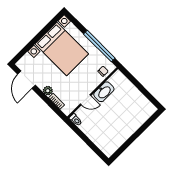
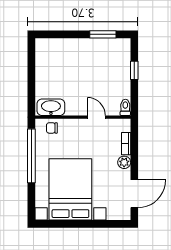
washbasin: (104, 92) -> (51, 107), moved
window: (90, 144) -> (134, 70), added
window: (125, 146) -> (103, 34), added

